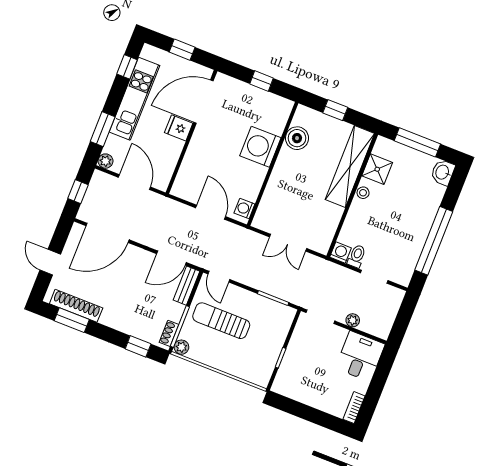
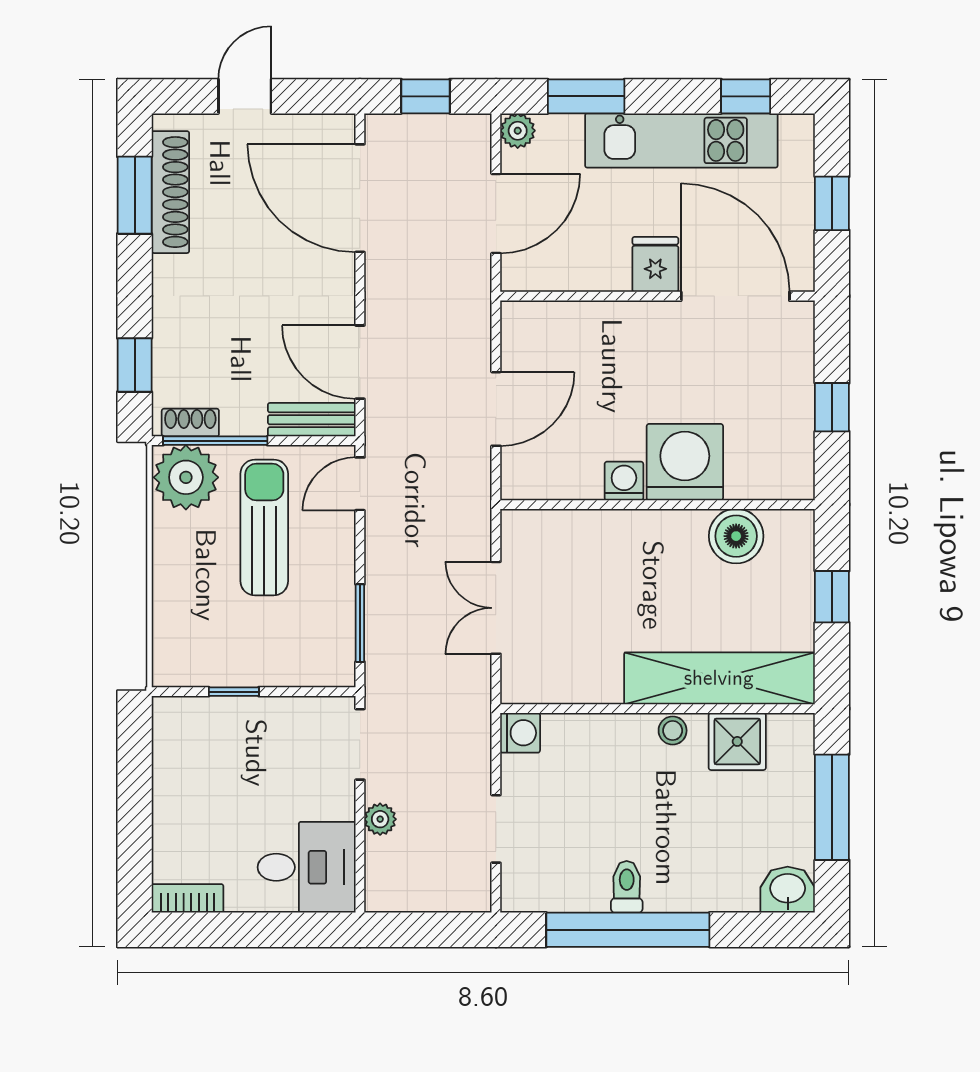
washing machine: (244, 208) -> (624, 481), moved
toilet: (357, 256) -> (627, 887), moved, turned -90
plant: (181, 347) -> (186, 477), width x1.87, depth x1.87

